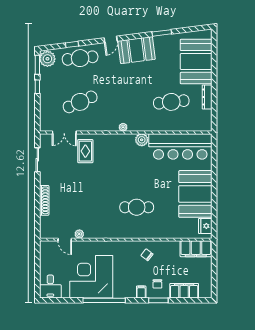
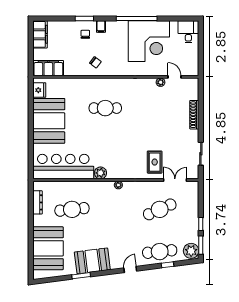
booth: (136, 50) -> (92, 261), moved
dresser: (207, 97) -> (38, 202), moved
filing cabinet: (184, 291) -> (40, 34), moved, turned -90

